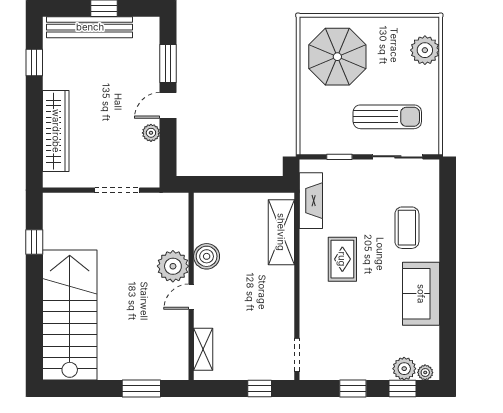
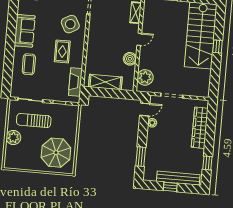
plant: (425, 50) -> (13, 138), moved
door: (168, 105) -> (145, 110), moved
shelving: (281, 232) -> (105, 82), moved, turned 90
window: (34, 242) -> (217, 47), moved
plant: (173, 266) -> (145, 77), moved
side table: (331, 315) -> (70, 24), added

